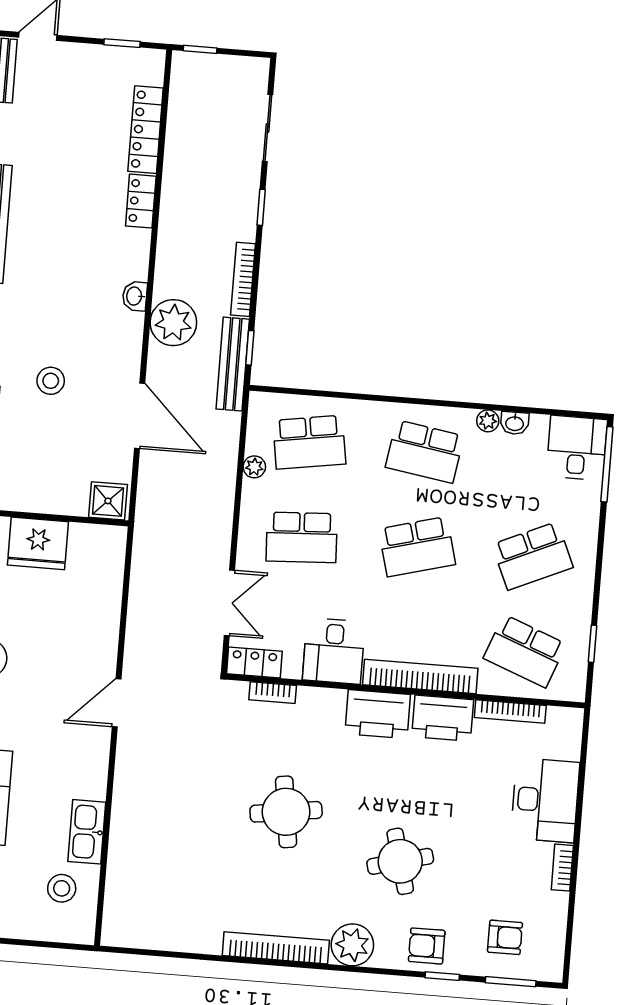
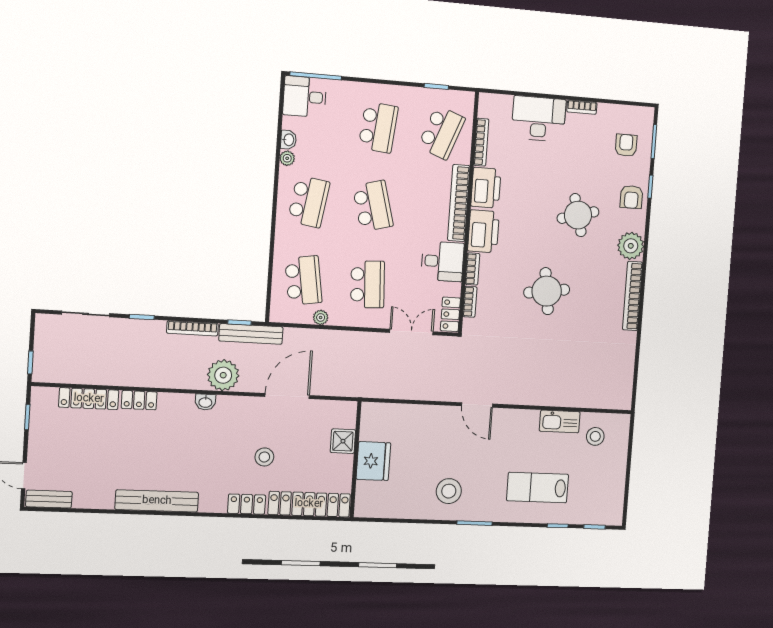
shower: (108, 501) -> (343, 441), moved
school desk: (533, 556) -> (378, 127), turned 30
bookcase: (322, 697) -> (472, 269), added

